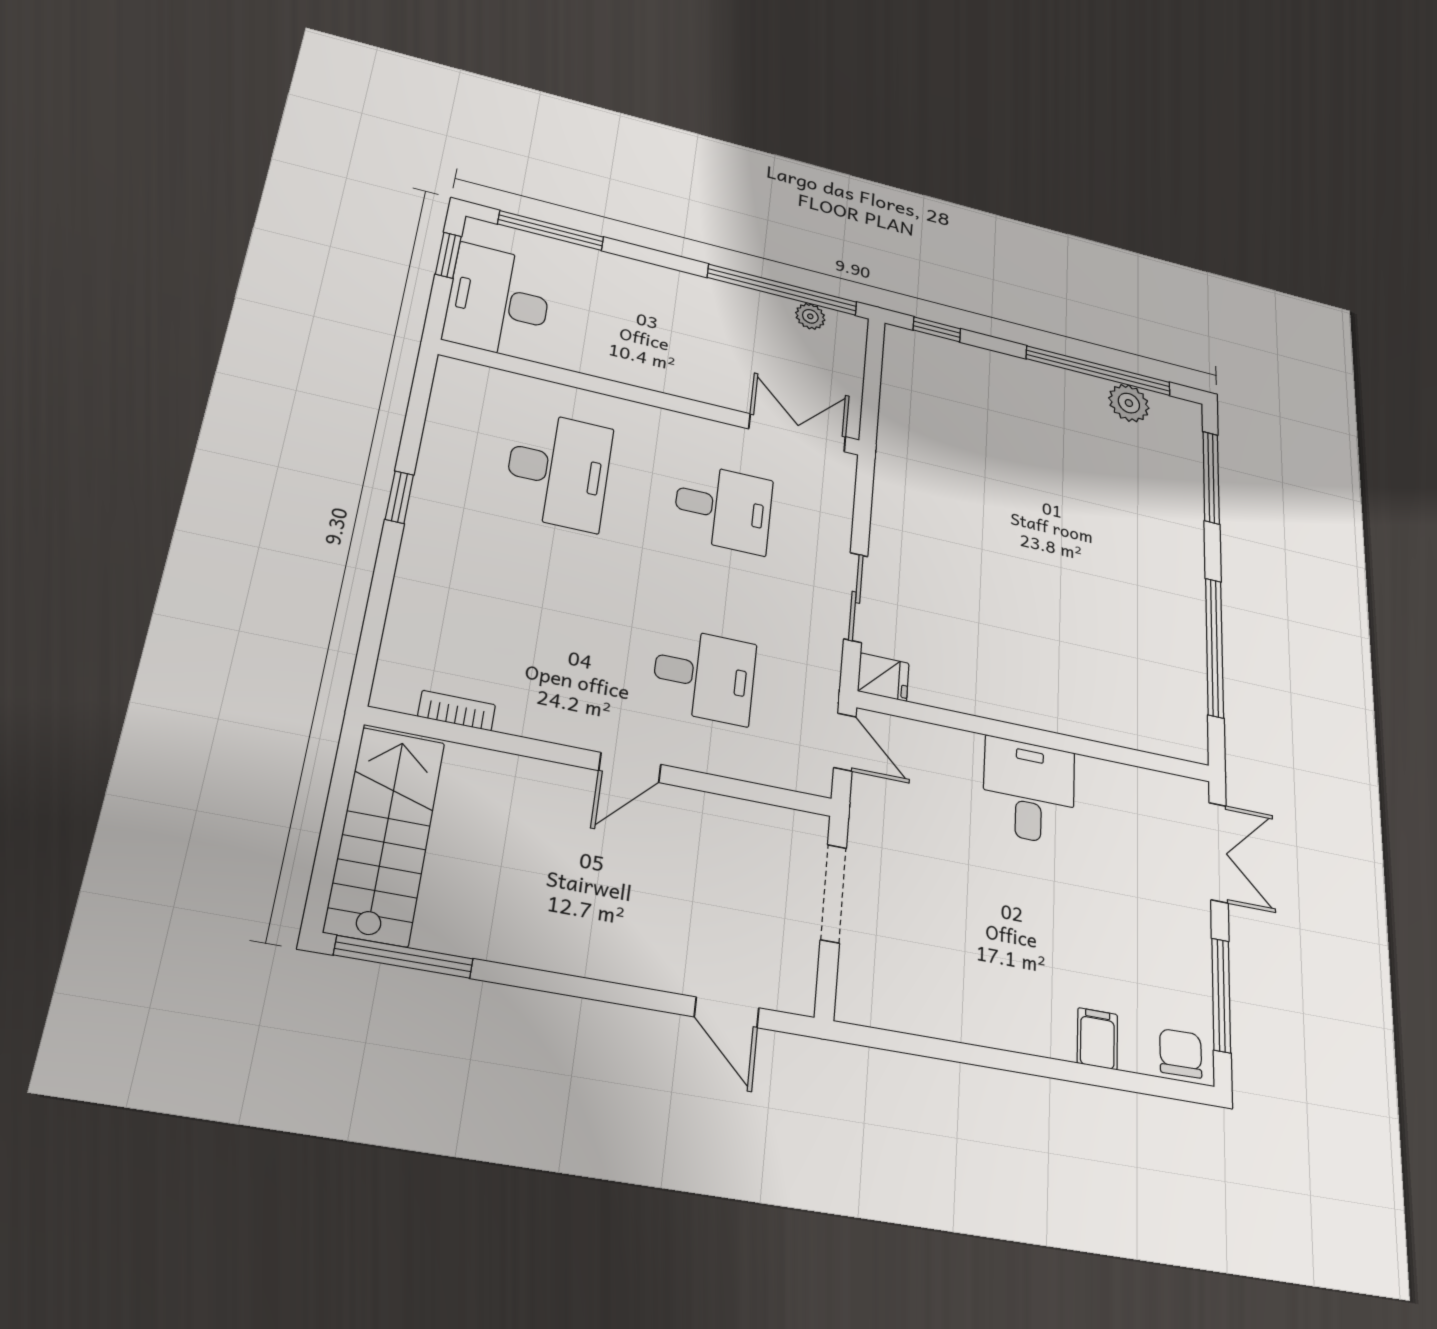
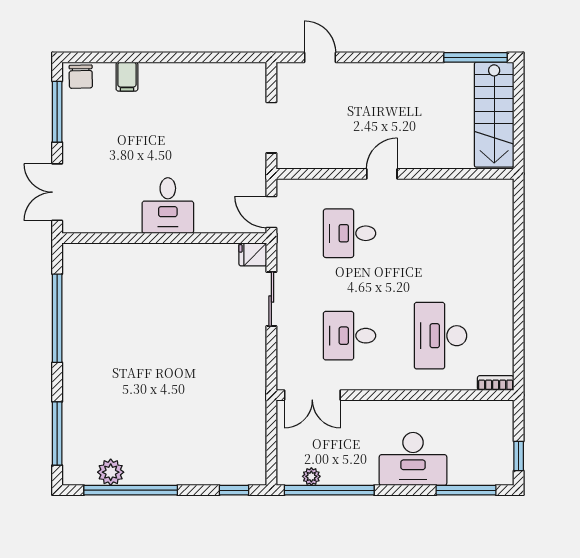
desk: (498, 301) -> (413, 459), moved, turned 90
window: (399, 497) -> (519, 298), removed
bookcase: (457, 711) -> (496, 383), moved, turned 180

